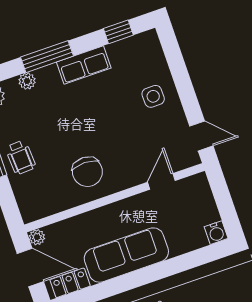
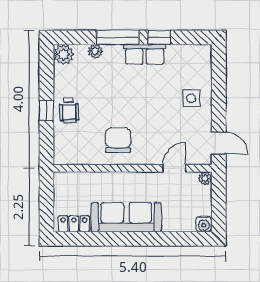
window: (118, 32) -> (159, 37), moved
chair: (87, 172) -> (118, 140), turned 180
plant: (37, 237) -> (205, 178), moved
door: (30, 267) -> (46, 201), removed

